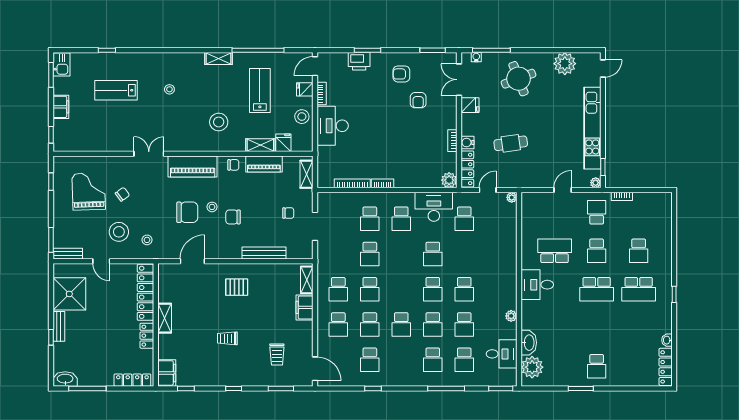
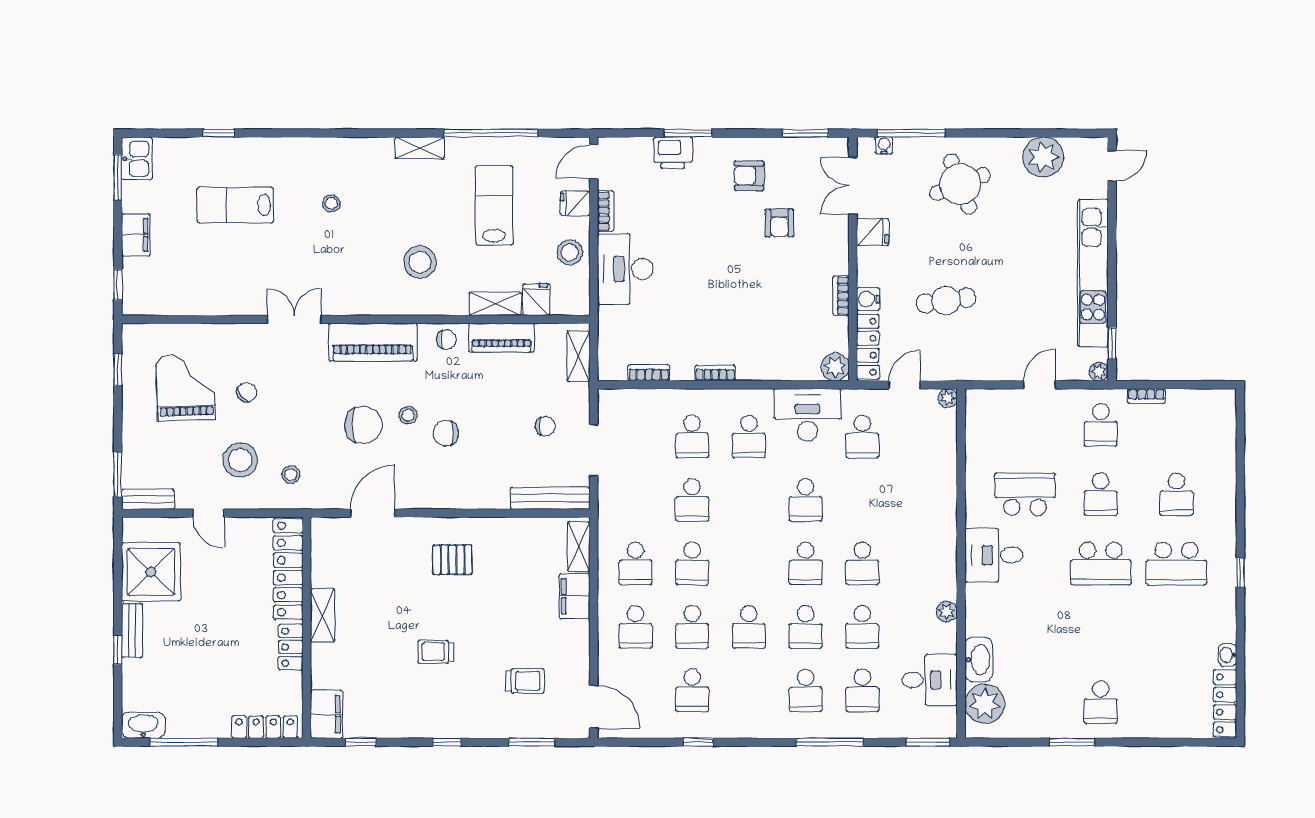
bookcase: (352, 183) -> (649, 373), width x0.64
school desk: (597, 212) -> (1101, 425), turned 180
bench: (264, 253) -> (550, 498), moved
trolley: (277, 354) -> (525, 681), turned -90

